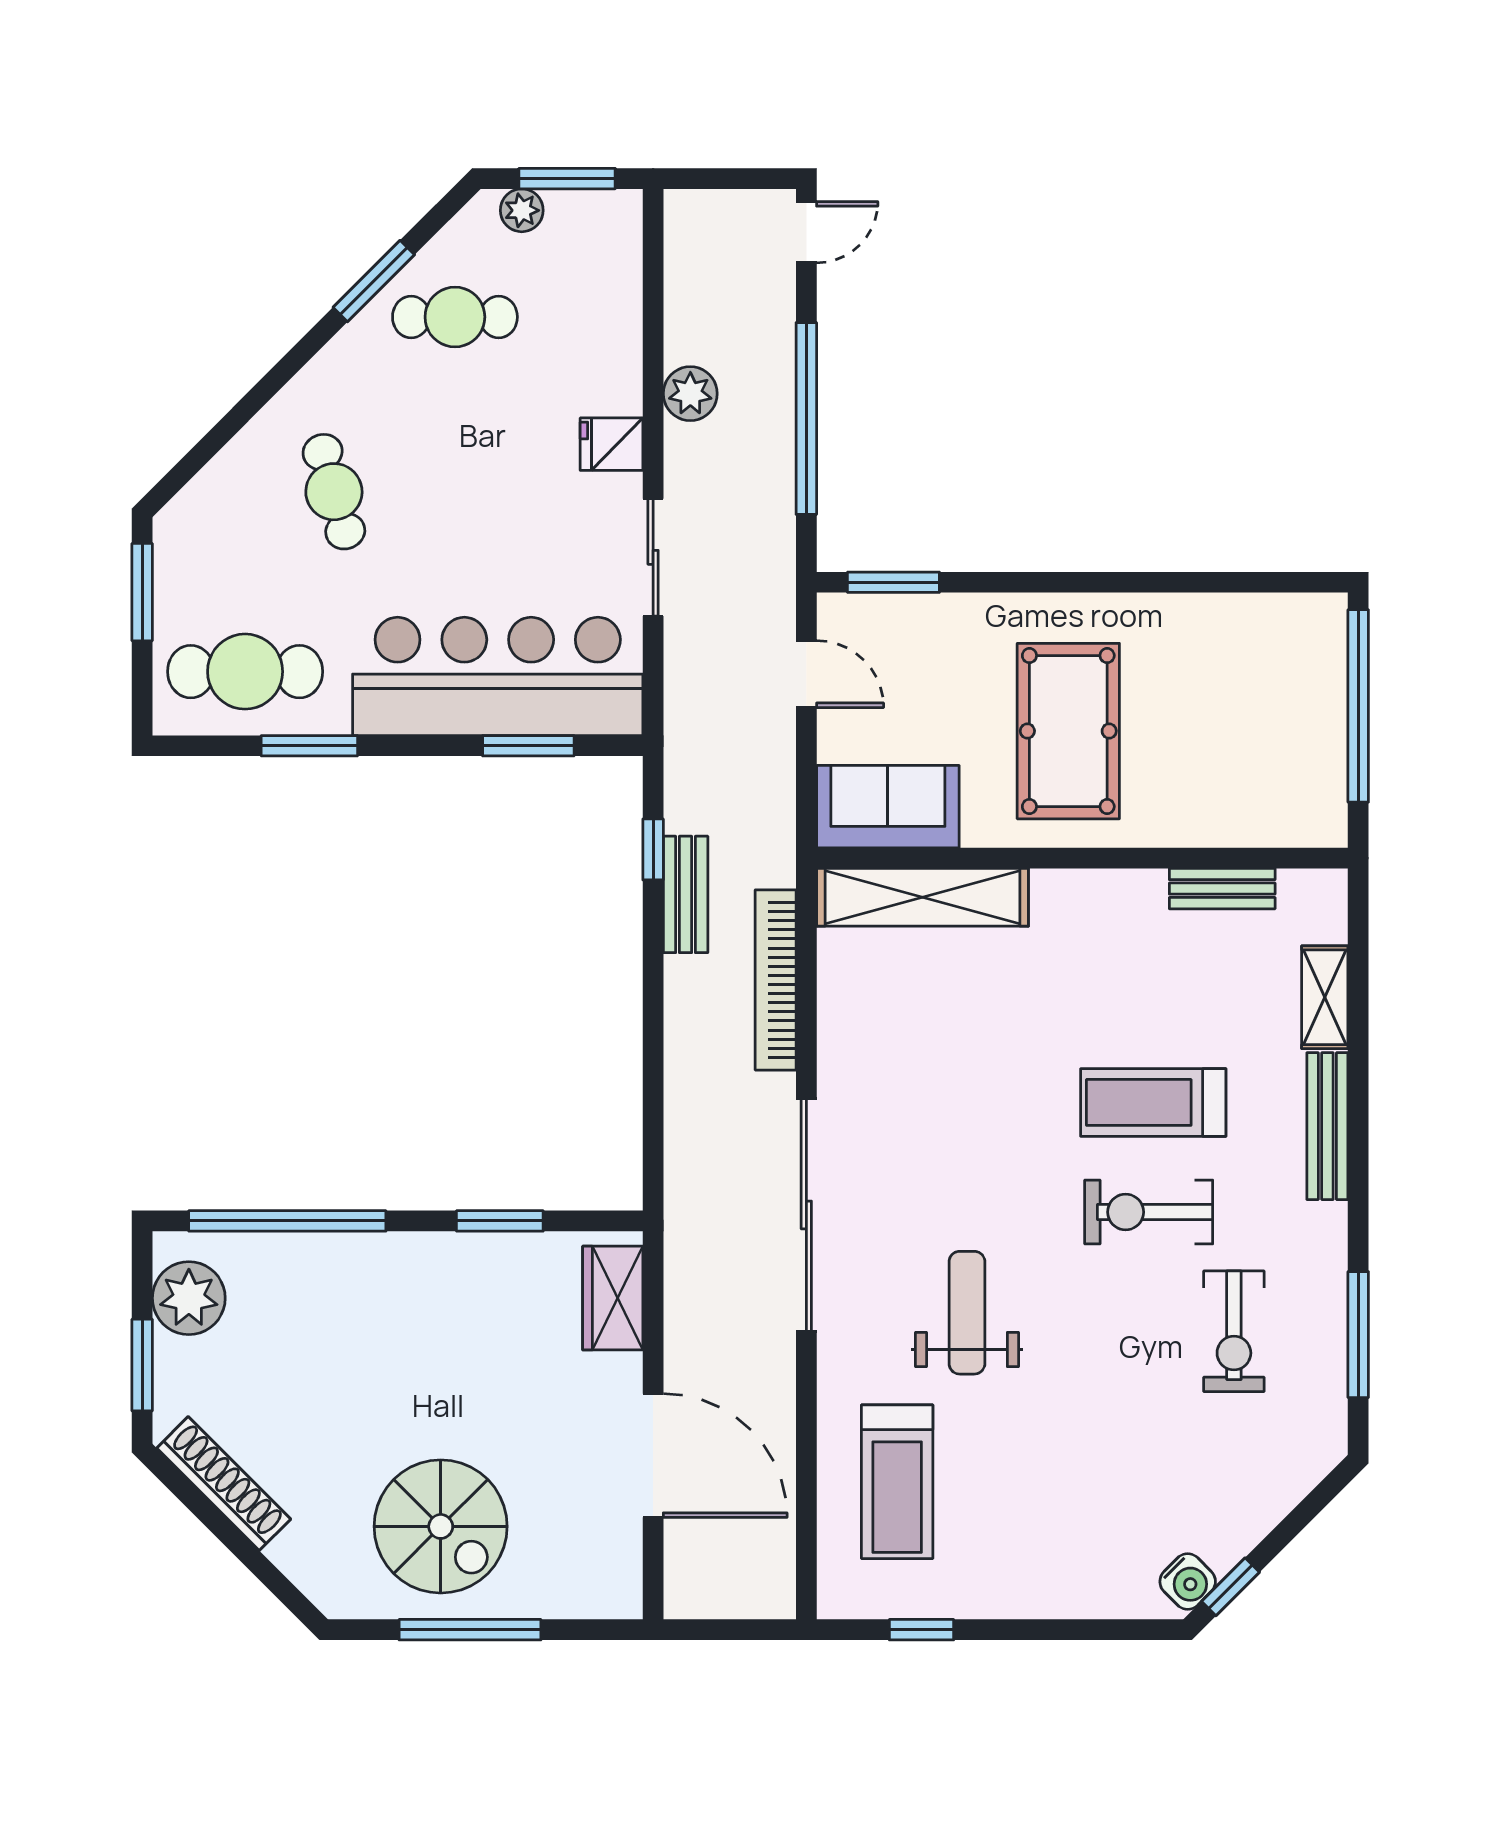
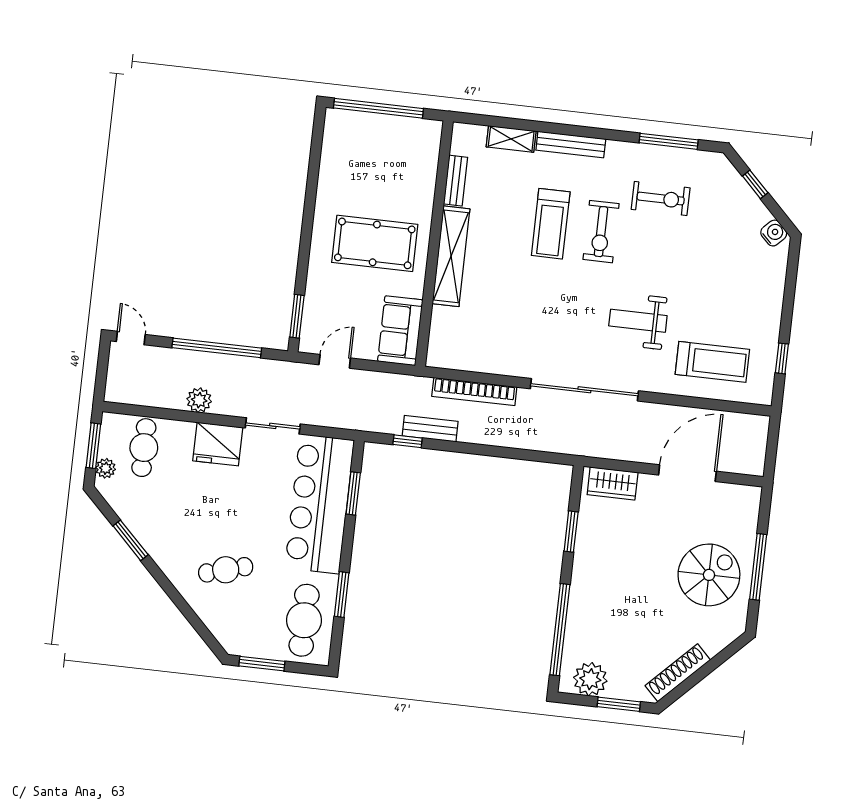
cafe table: (455, 317) -> (144, 448), moved
fridge: (612, 444) -> (218, 444), width x1.88, depth x1.34
shelving: (923, 897) -> (451, 256), moved
window: (1231, 1587) -> (755, 184), moved

